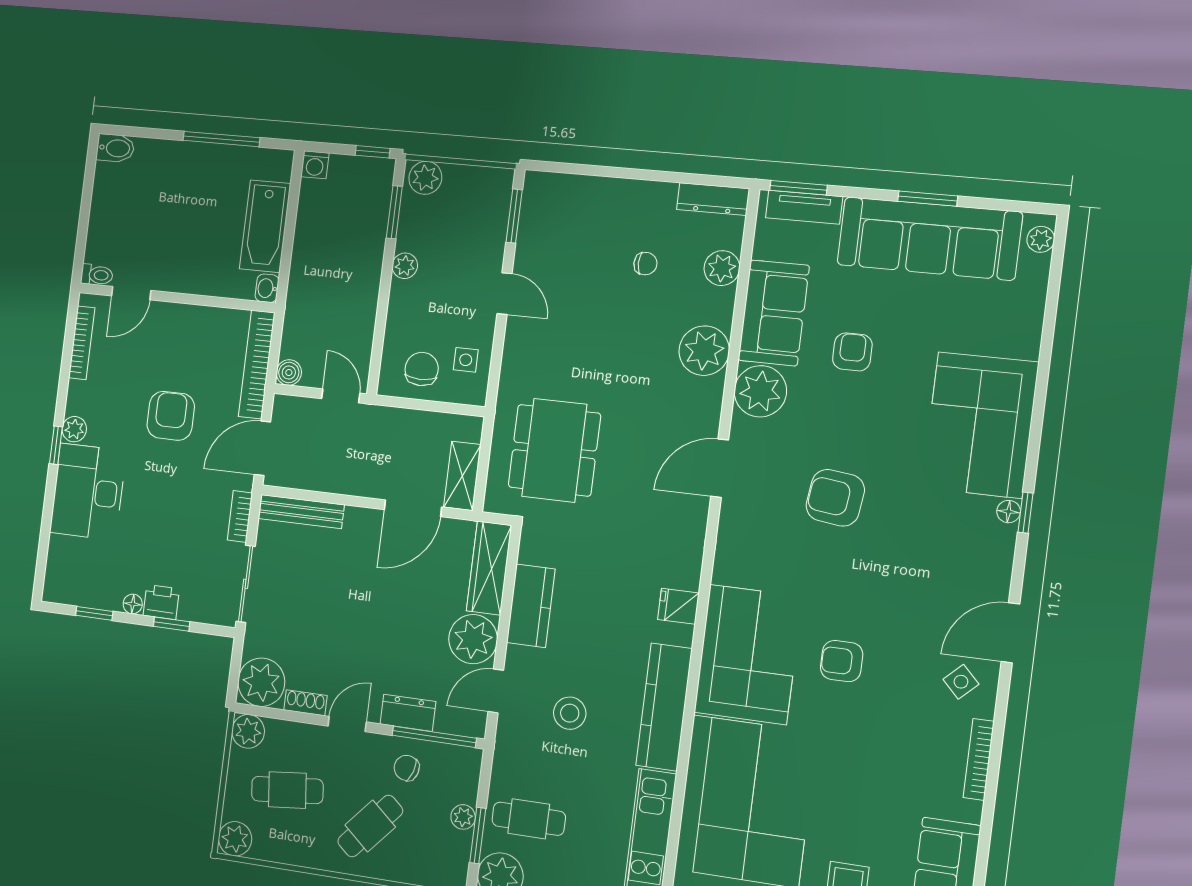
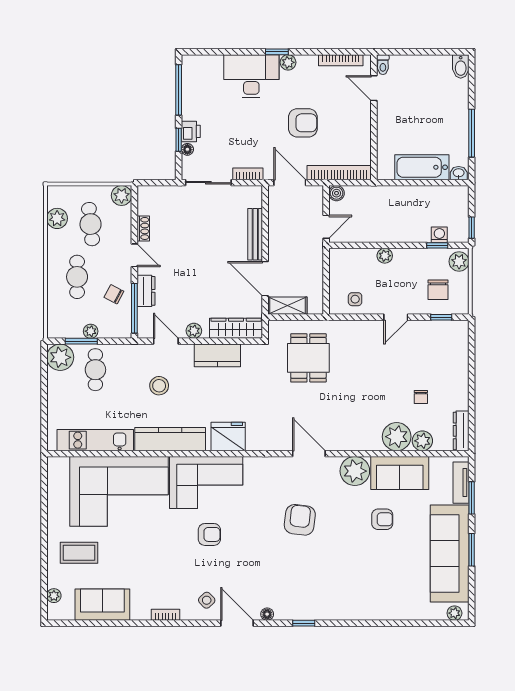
washing machine: (315, 165) -> (439, 235), moved, turned 90
window: (798, 188) -> (472, 498), moved
window: (394, 212) -> (437, 245), width x0.67
window: (514, 216) -> (441, 317), width x0.67
plant: (405, 266) -> (385, 256), moved
washbasin: (267, 288) -> (459, 173), moved
plant: (704, 351) -> (397, 437), moved
chair: (422, 369) -> (438, 290), moved, turned 90
corner sofa: (980, 425) -> (349, 593), removed
dining table: (554, 450) -> (308, 358), width x0.73
bench: (301, 512) -> (255, 234), moved
floor lamp: (1009, 512) -> (267, 614), moved
floor lamp: (133, 604) -> (187, 149), moved
fridge: (678, 606) -> (228, 436), width x1.88, depth x1.34
window: (94, 613) -> (179, 90), width x2.17
plant: (473, 639) -> (194, 331), width x0.53, depth x0.53
armchair: (842, 661) -> (209, 534), turned 90
plant: (261, 682) -> (152, 200), removed
bookcase: (979, 759) -> (165, 615), width x0.64
chair: (407, 768) -> (114, 294), turned -80
cafe table: (370, 826) -> (77, 277), turned 49
plant: (235, 839) -> (57, 218), moved

